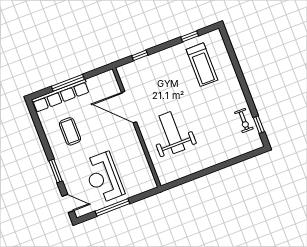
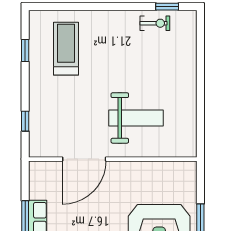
treadmill: (202, 65) -> (66, 49), turned -90
weight bench: (172, 133) -> (136, 118), turned 180

